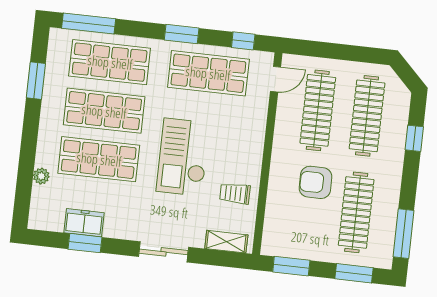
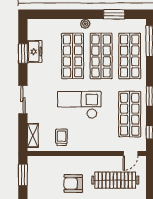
door: (276, 79) -> (131, 154), hinge flipped
plant: (41, 176) -> (85, 24), moved
armchair: (315, 182) -> (73, 183), turned -90

